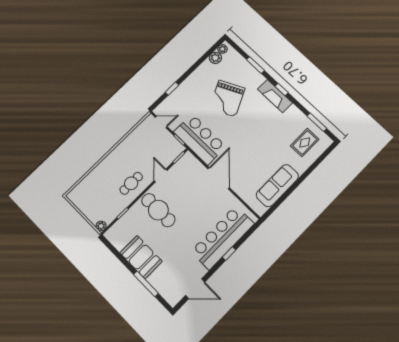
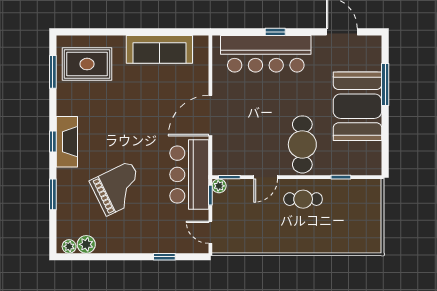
rug: (305, 143) -> (87, 64), width x1.36, depth x1.43
plant: (101, 226) -> (219, 186), moved
booth: (141, 257) -> (357, 106), width x1.36, depth x1.42

